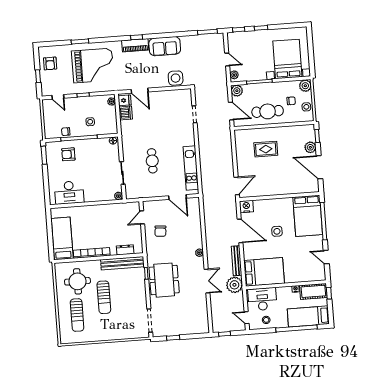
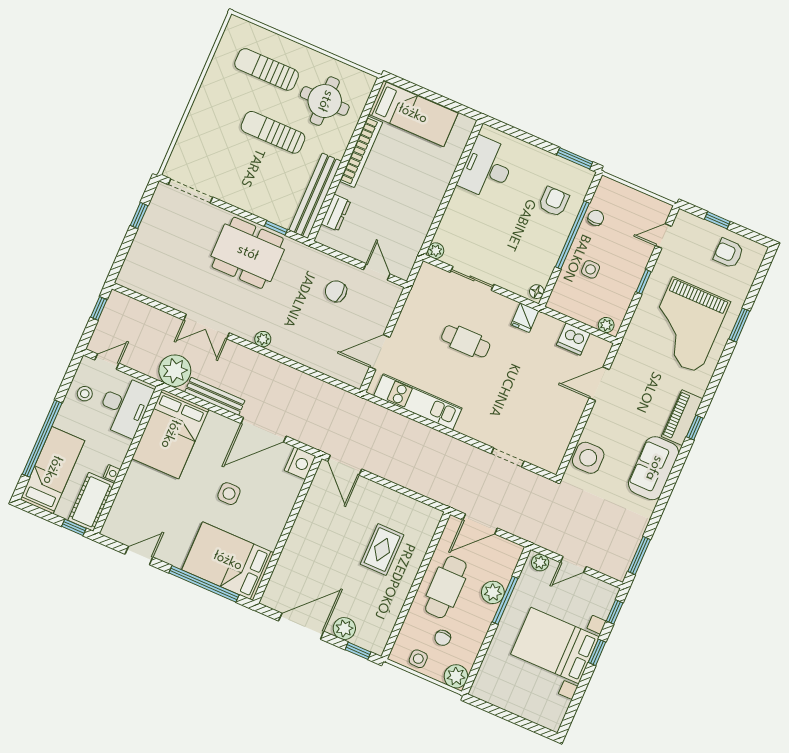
bed with nightstands: (287, 59) -> (555, 645), moved, turned 180
plant: (237, 91) -> (493, 592), moved
fridge: (125, 100) -> (525, 318), moved

